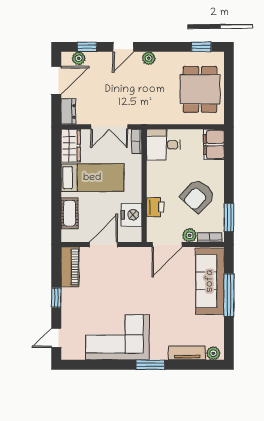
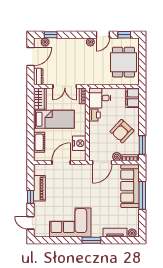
door: (123, 47) -> (103, 35), moved
printer: (155, 207) -> (94, 115), moved
piano: (70, 267) -> (39, 188), moved
door: (56, 338) -> (31, 223), hinge flipped

